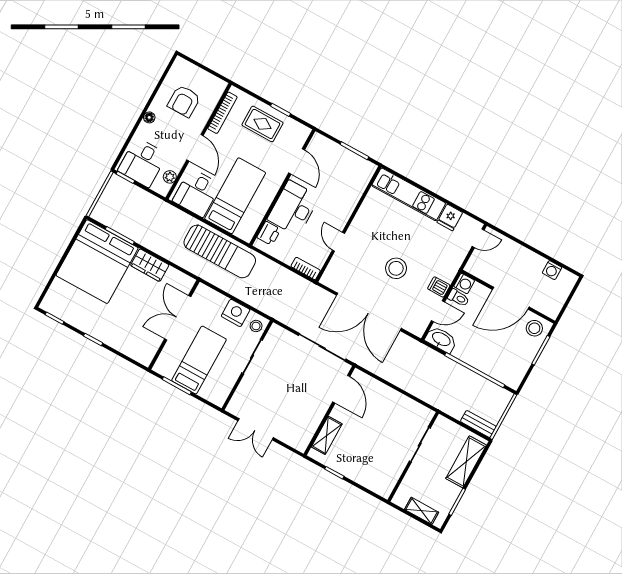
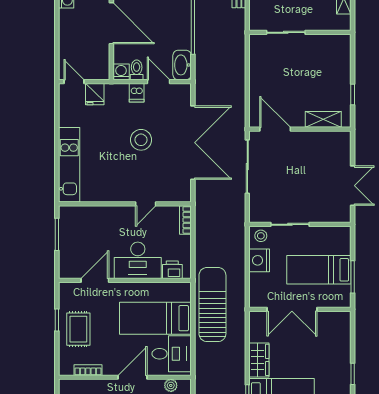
bookcase: (222, 113) -> (88, 370), width x0.64
fridge: (450, 217) -> (95, 94), moved, turned 90
door: (341, 389) -> (275, 129), hinge flipped

